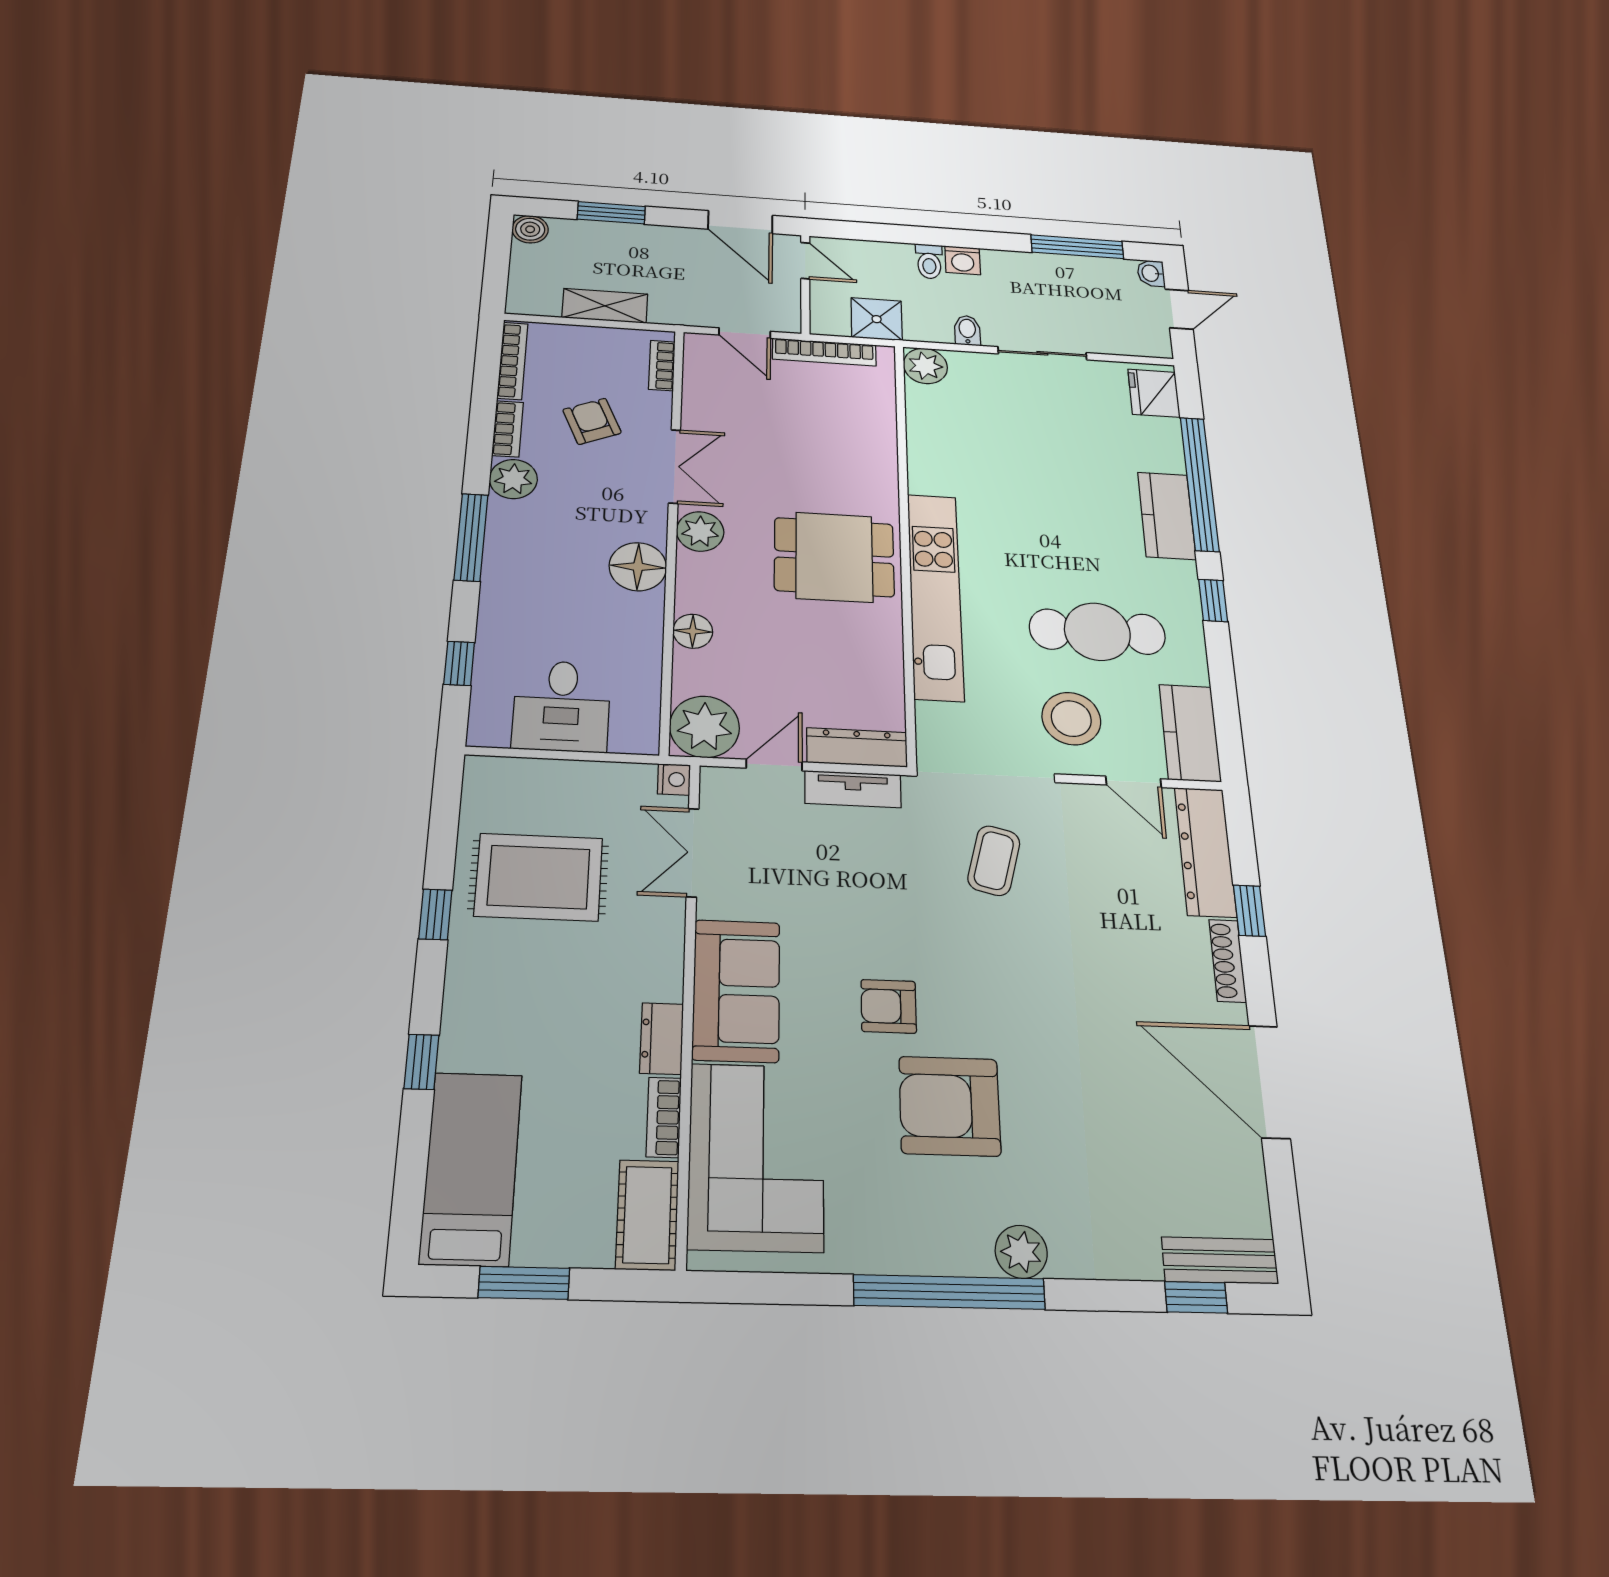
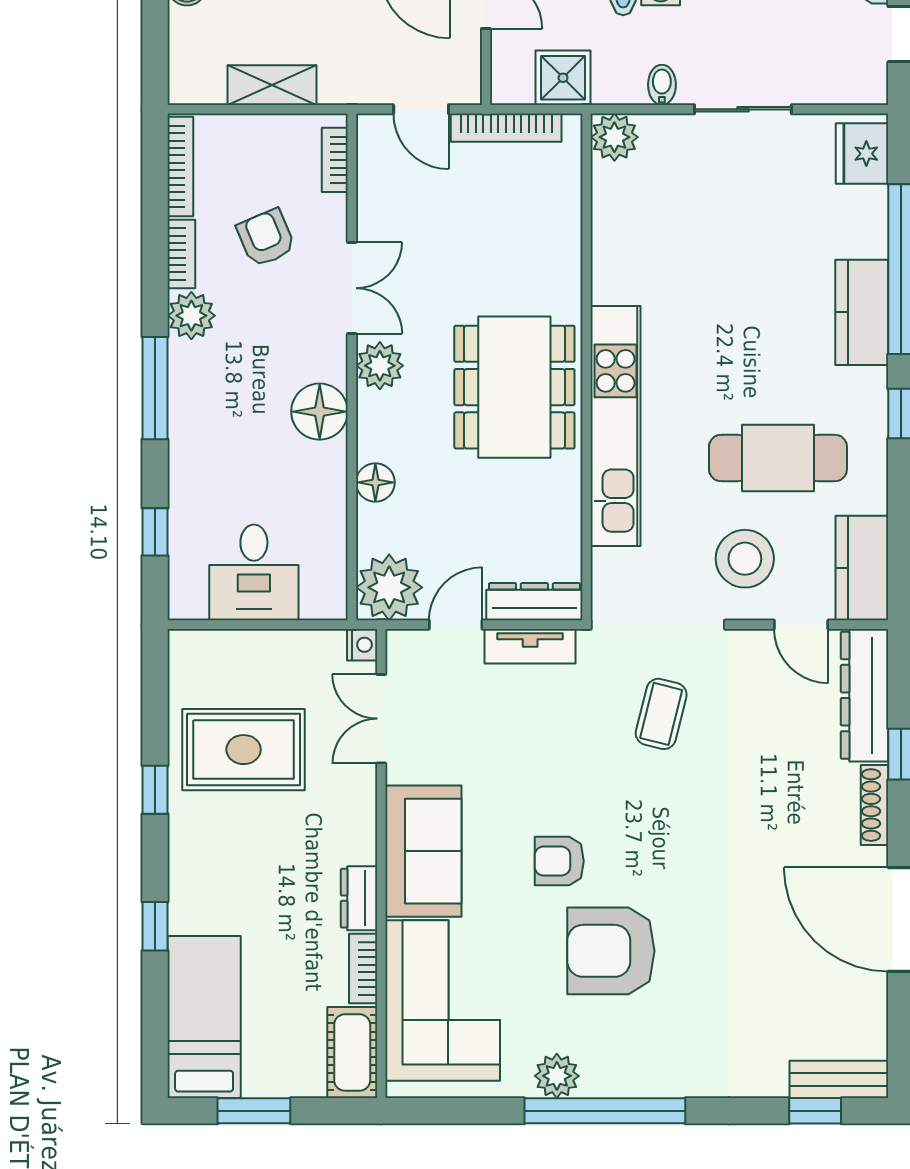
dining table: (834, 557) -> (514, 387), width x1.38
plant: (1021, 1252) -> (557, 1076), moved

